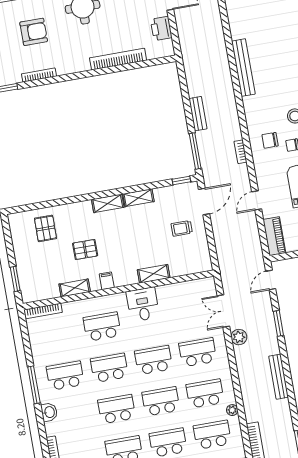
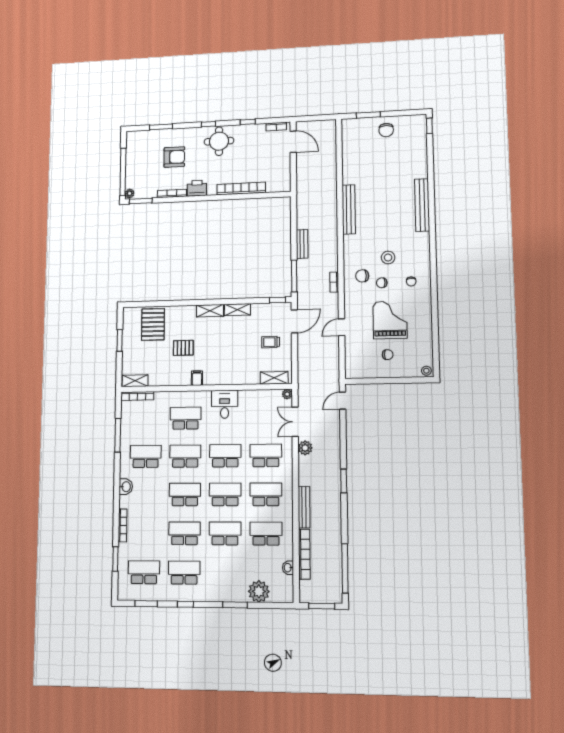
printer: (161, 29) -> (197, 188), moved, turned 90
pallet: (45, 228) -> (153, 324), width x1.50, depth x1.42
piano: (274, 236) -> (352, 362), removed
shelving: (154, 274) -> (274, 378), moved
window: (15, 279) -> (120, 340), moved
shelving: (75, 288) -> (135, 381), moved
window: (278, 323) -> (344, 481), moved
bench: (279, 377) -> (304, 507), moved
window: (34, 385) -> (118, 435), moved
plant: (232, 410) -> (287, 394), moved

